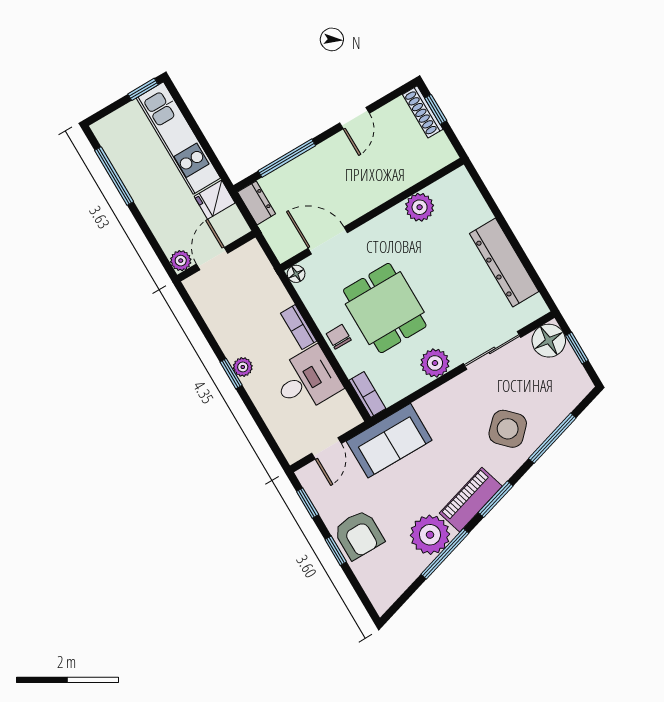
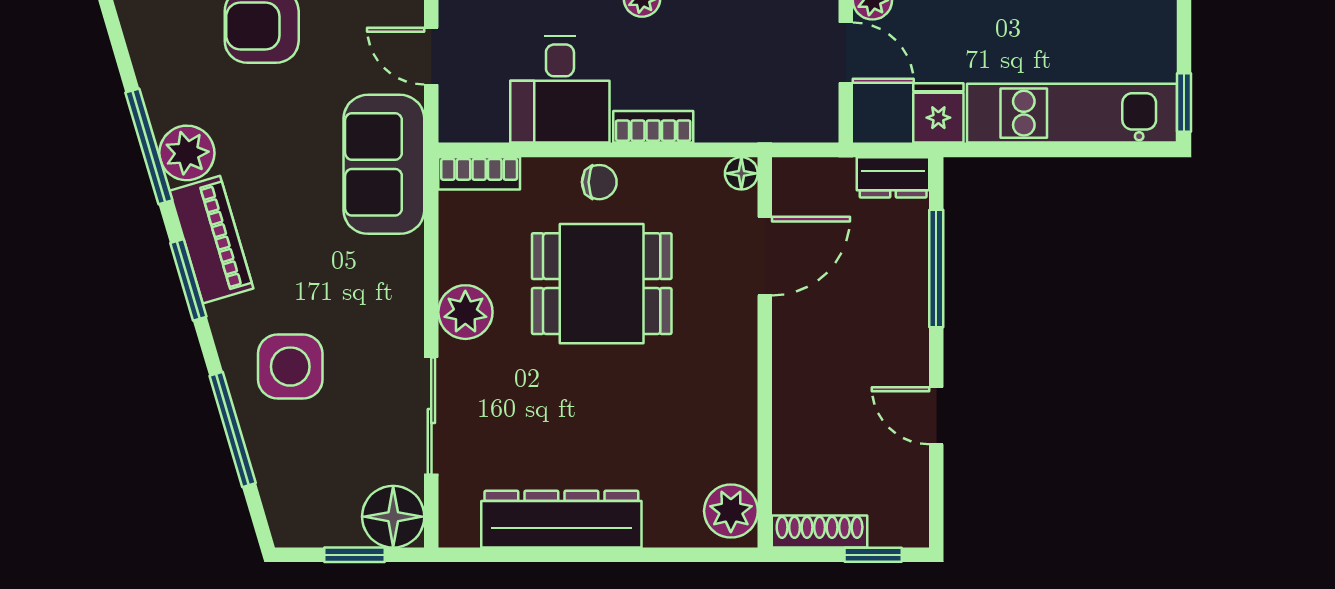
shoe rack: (423, 112) -> (820, 532), moved
plant: (420, 207) -> (731, 511), moved
side table: (508, 429) -> (290, 367), turned 45
plant: (430, 535) -> (187, 153), width x0.73, depth x0.73

